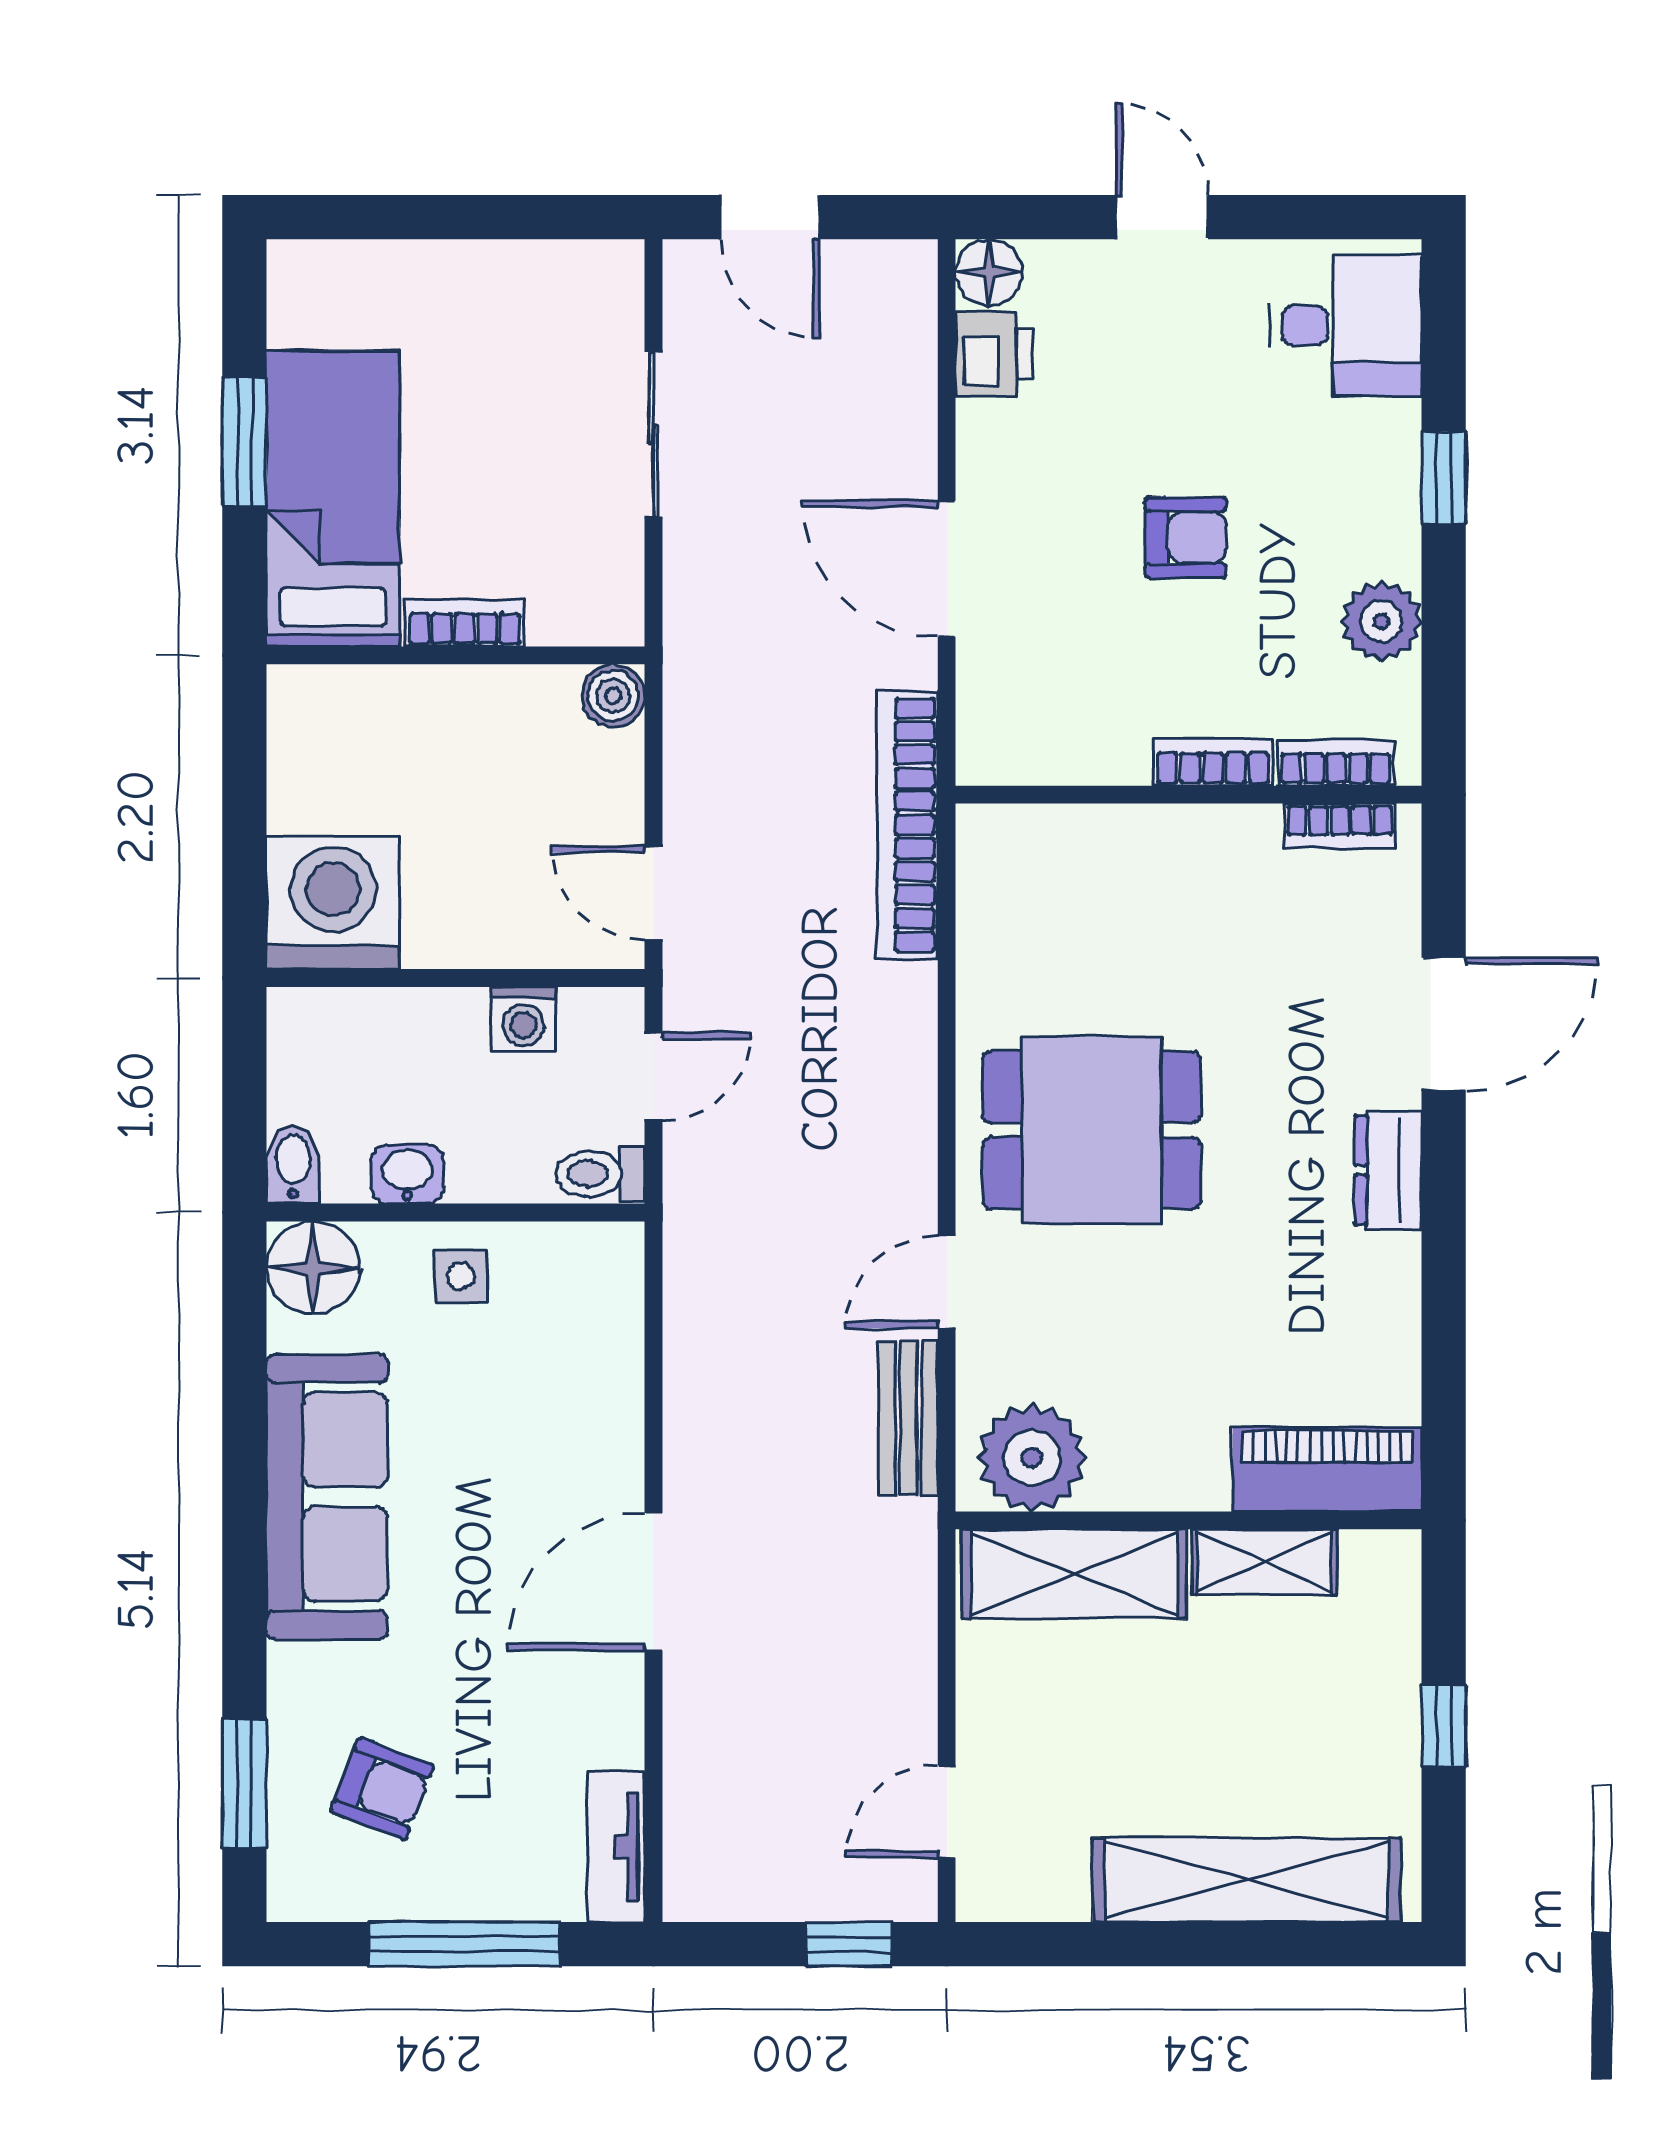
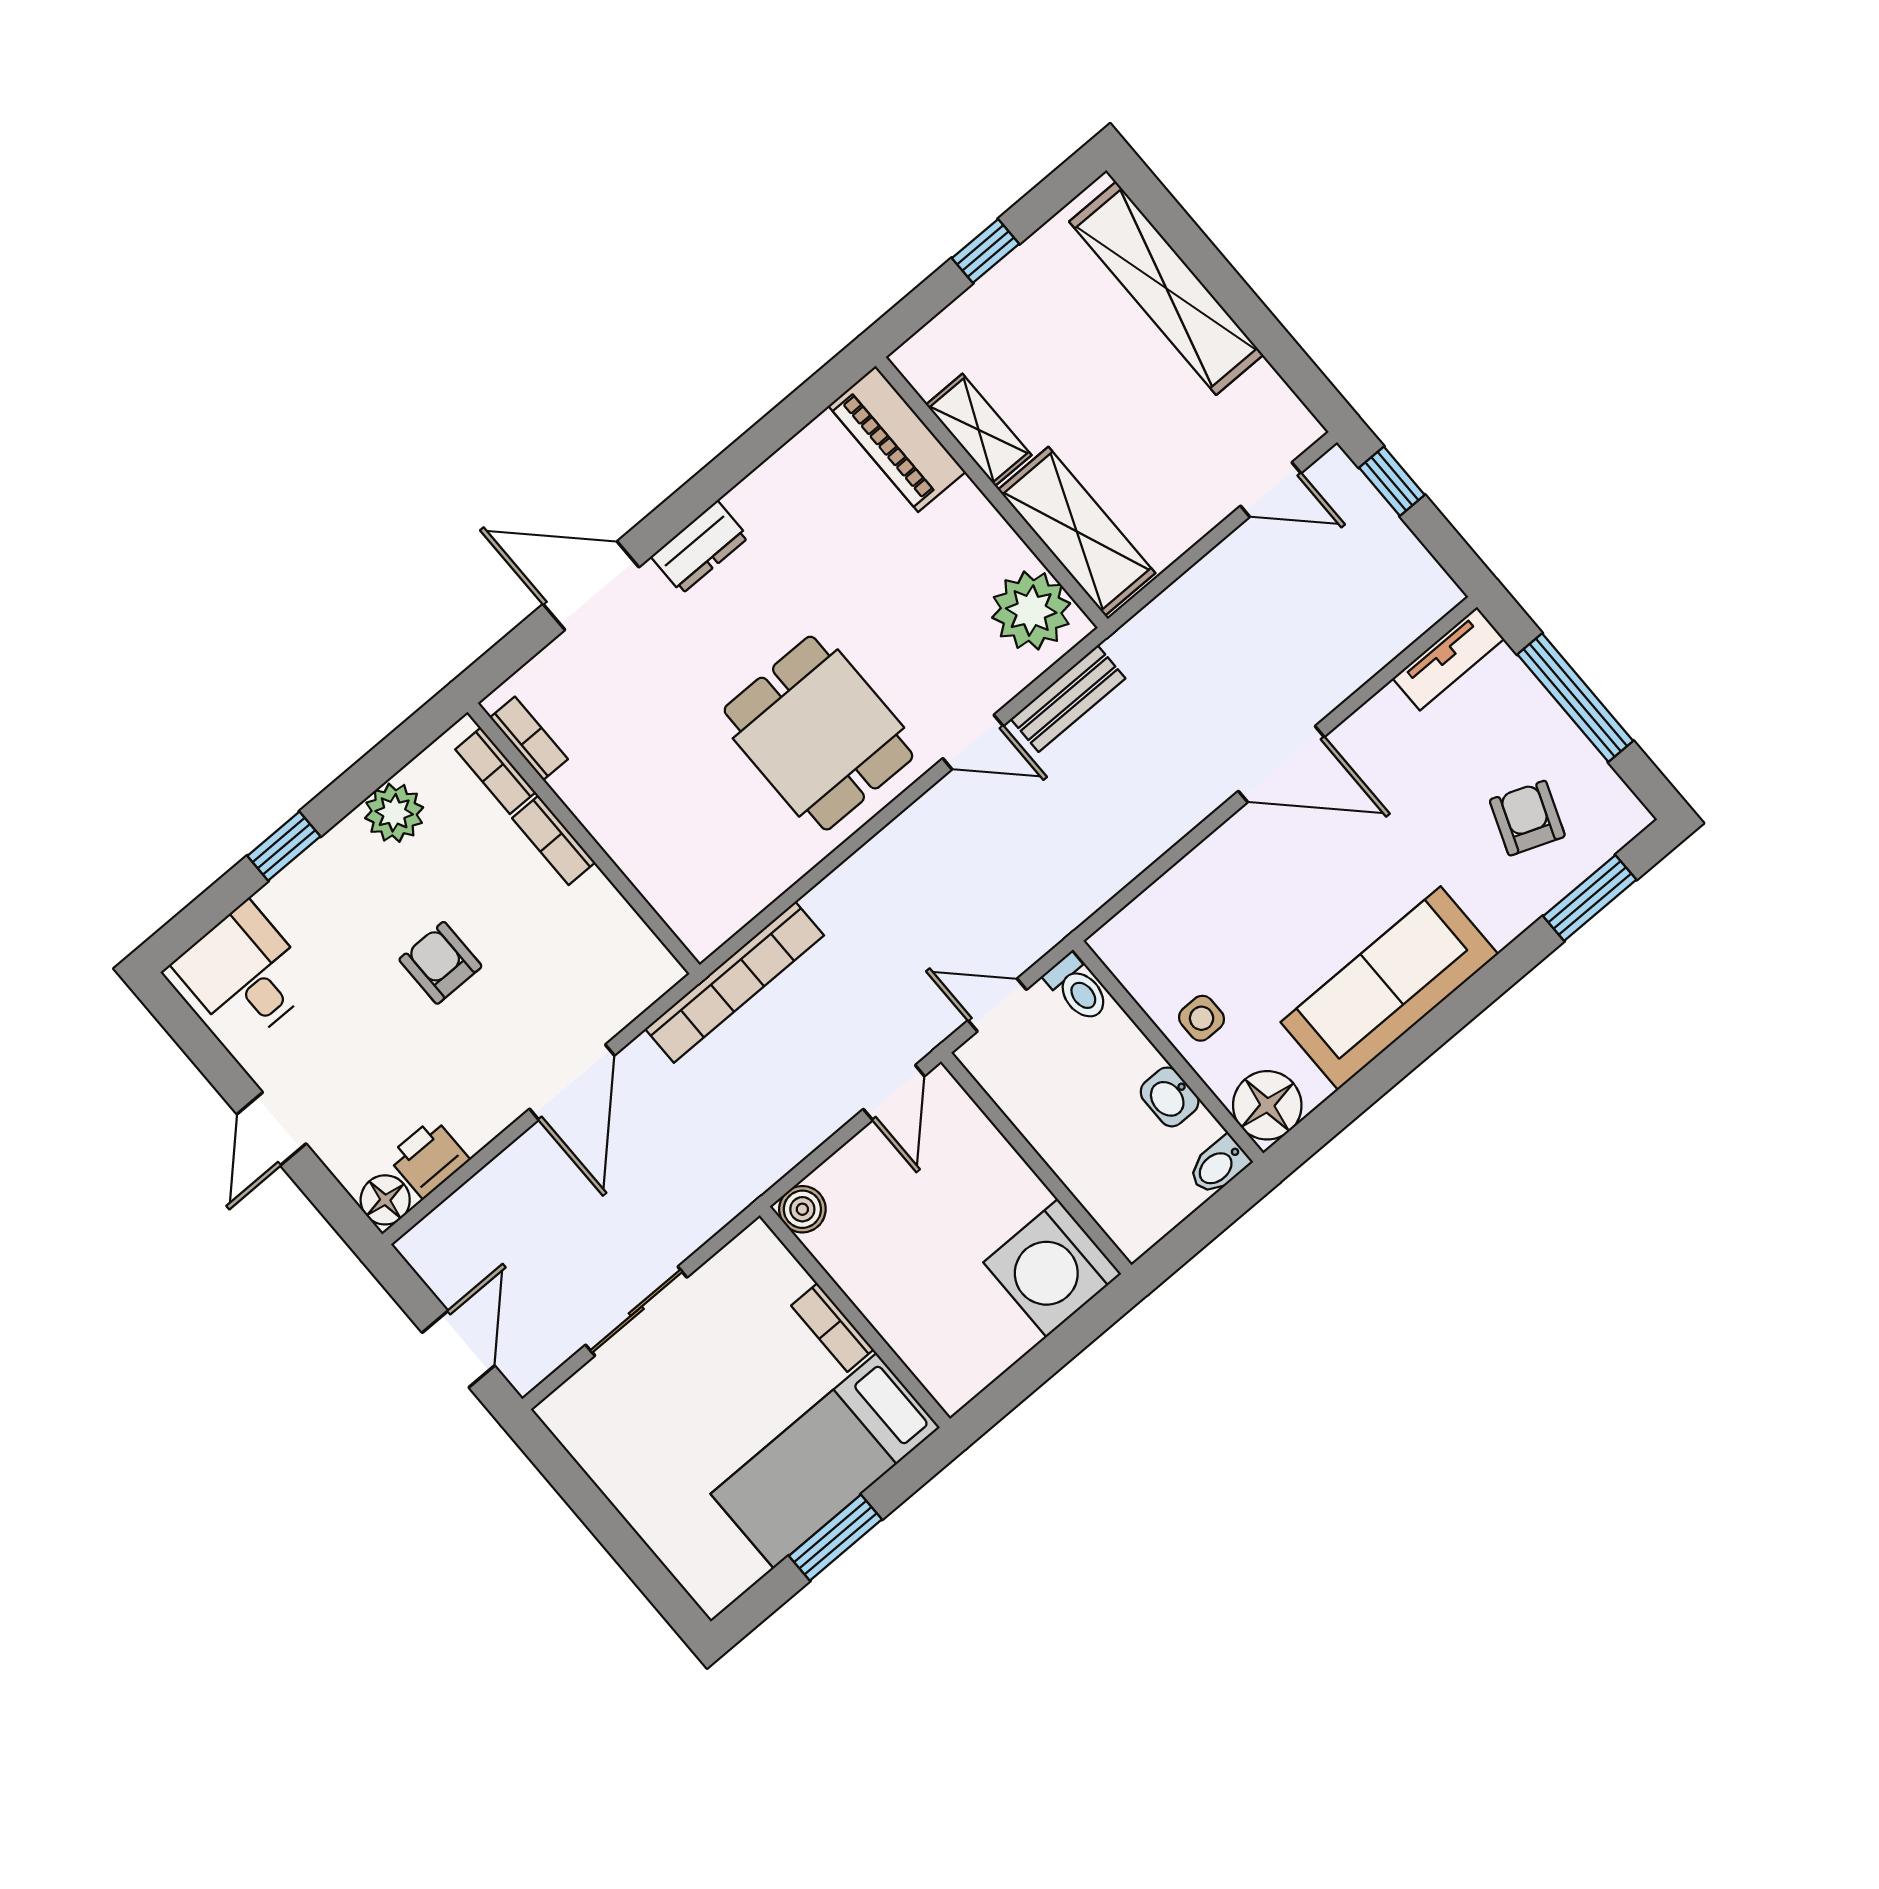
washing machine: (523, 1019) -> (1027, 1106), removed

